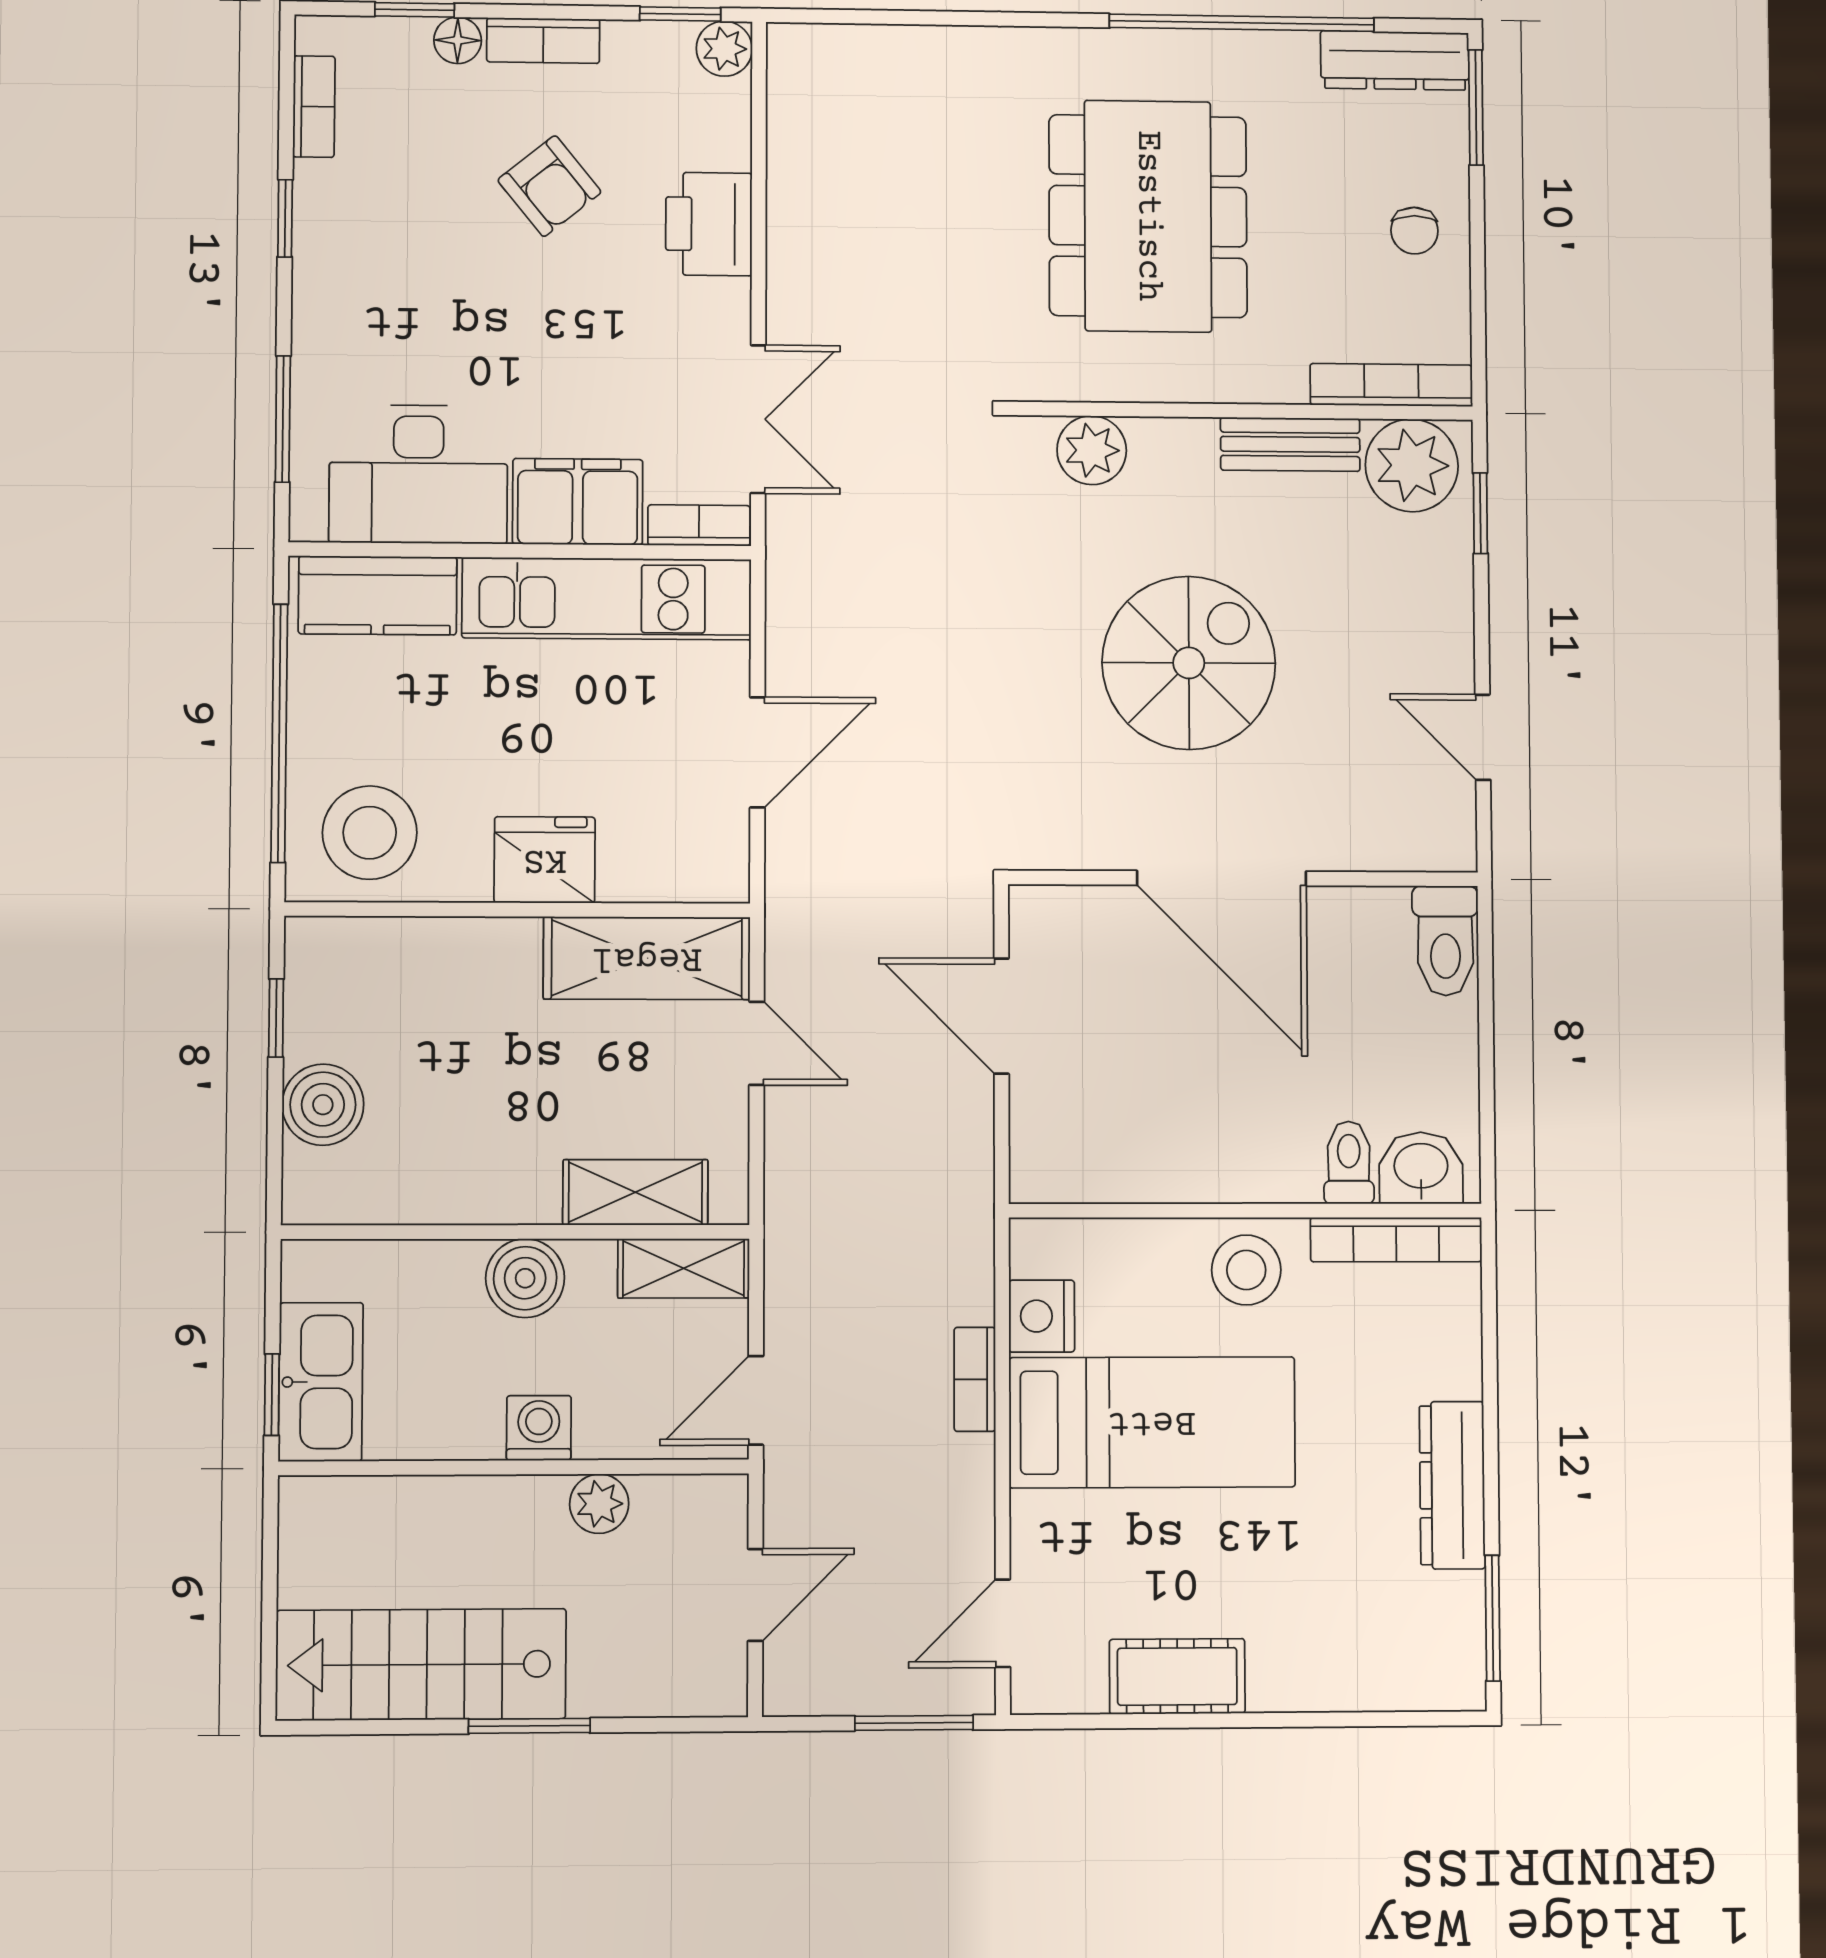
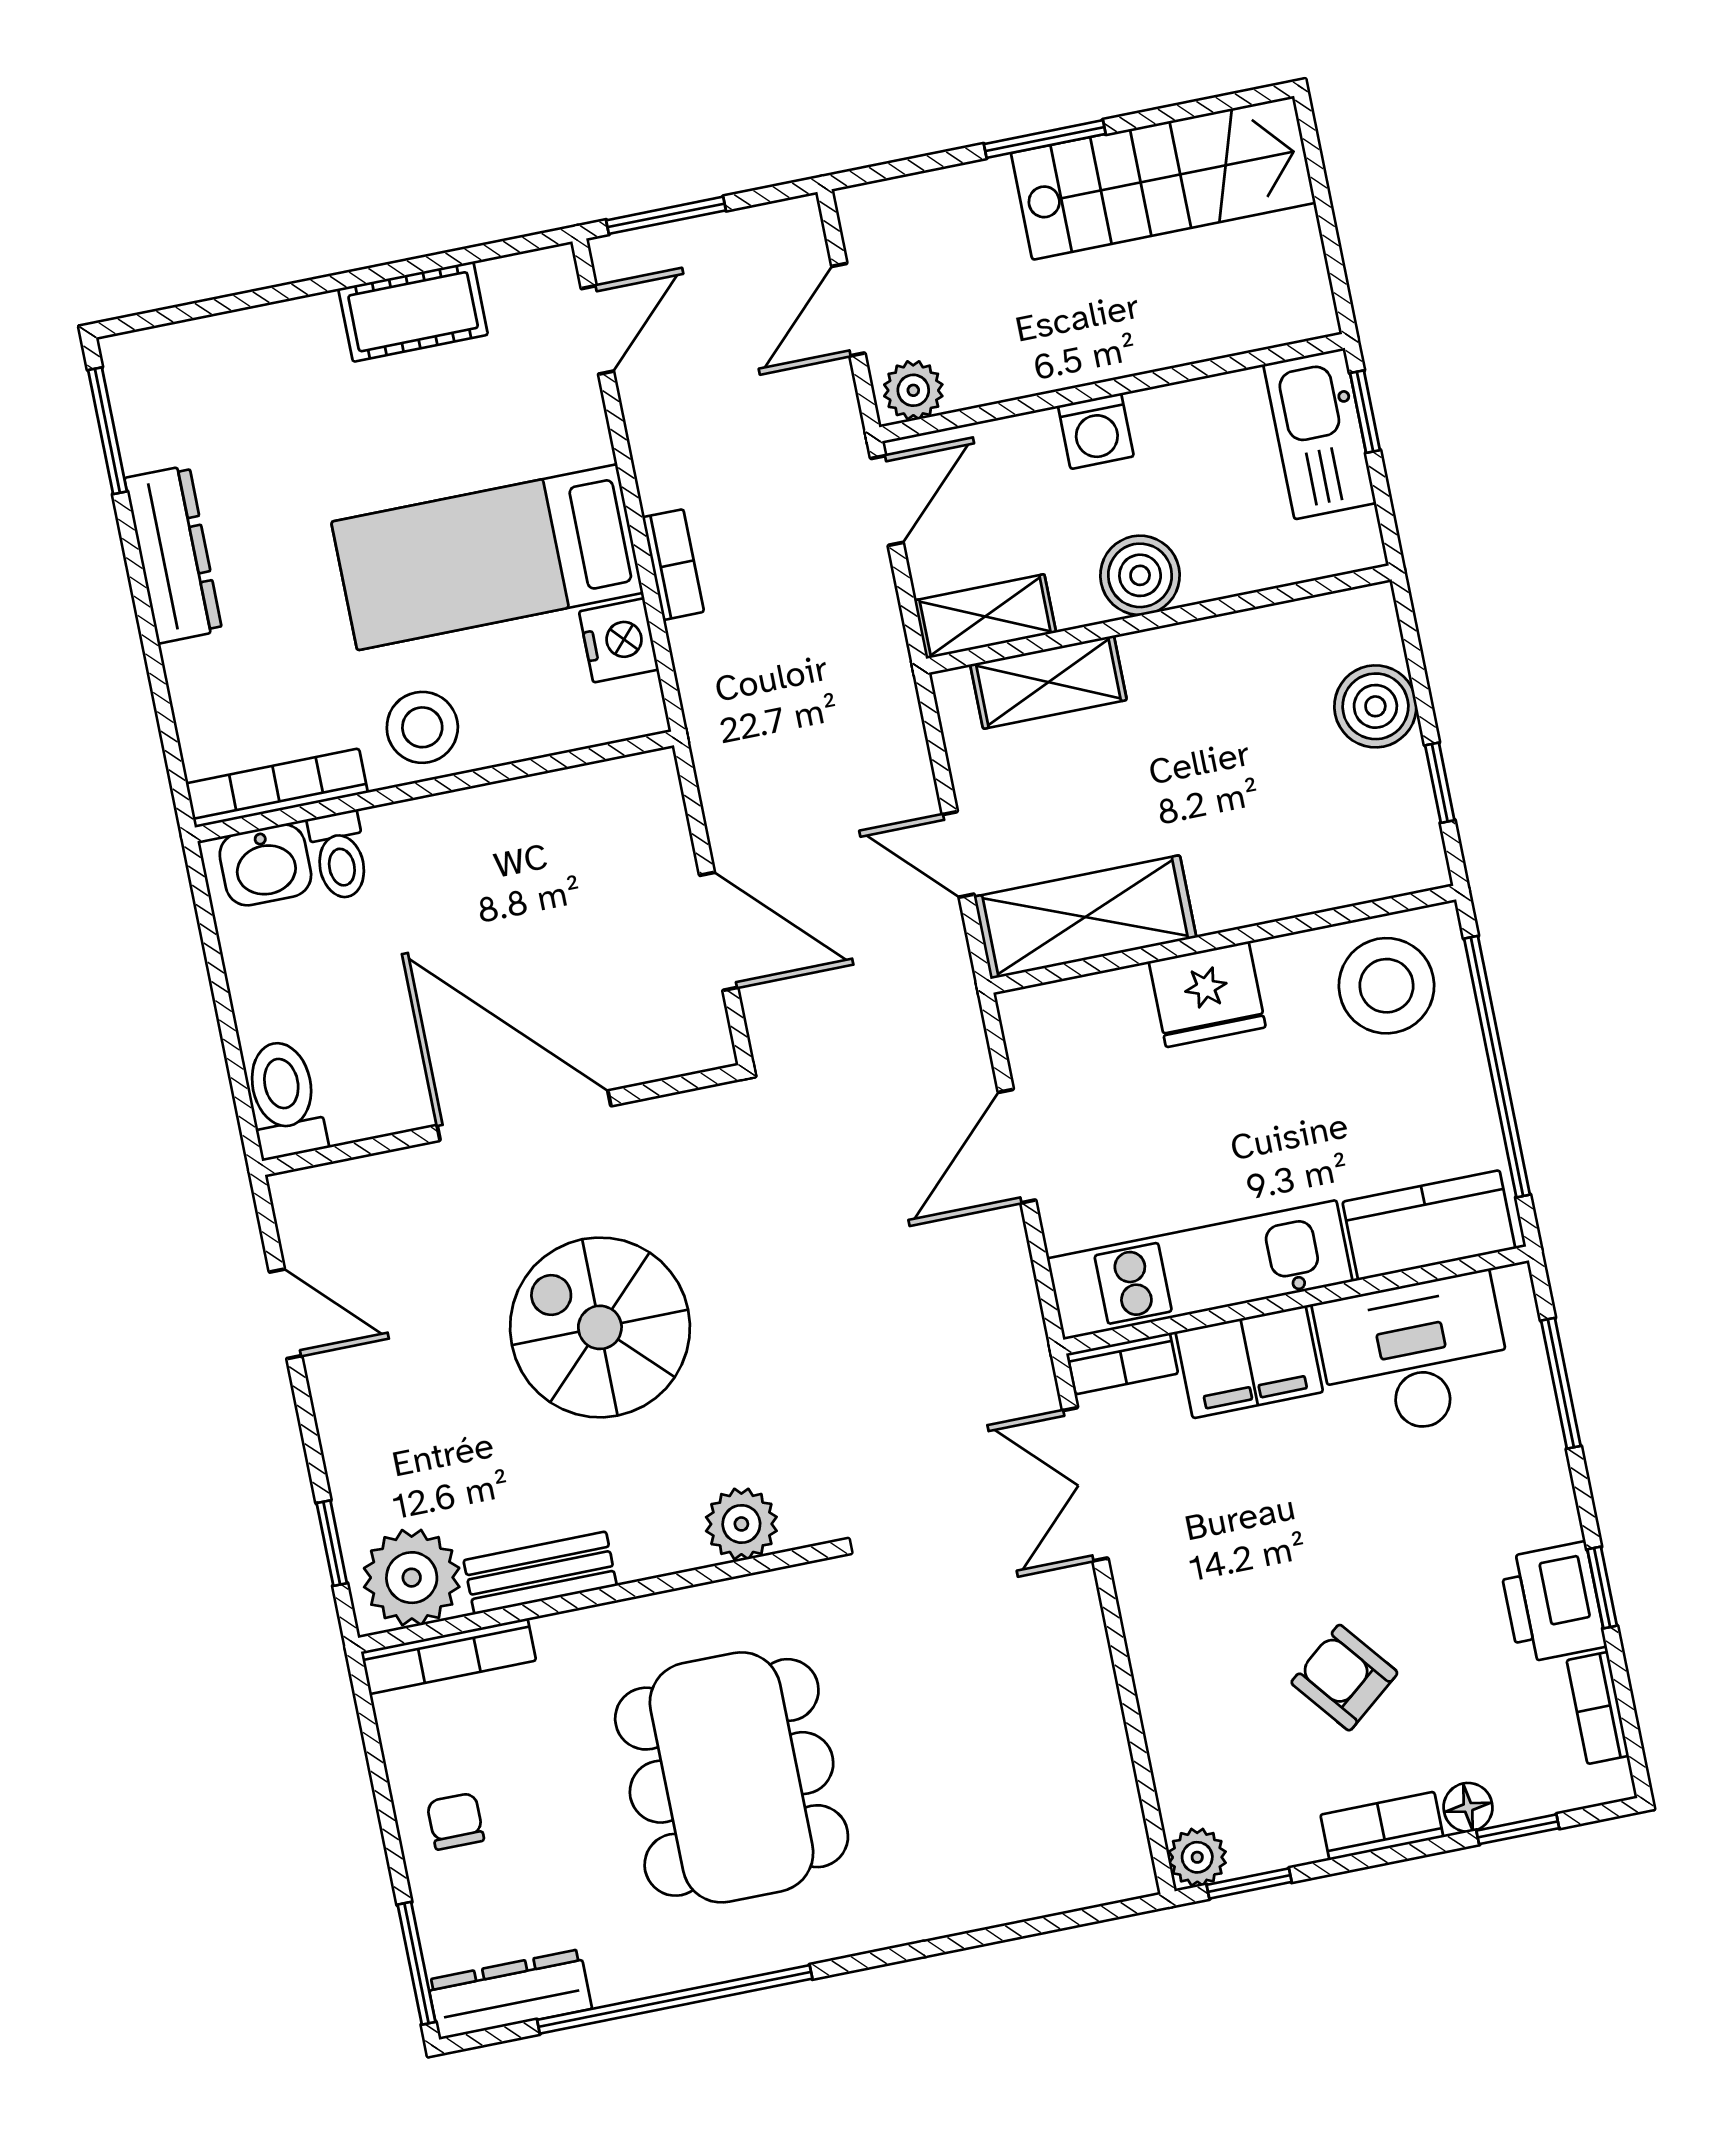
printer: (709, 224) -> (1553, 1602), moved, turned 180
spiral stairs: (1189, 663) -> (600, 1327), turned 90
plant: (599, 1504) -> (913, 390), moved

